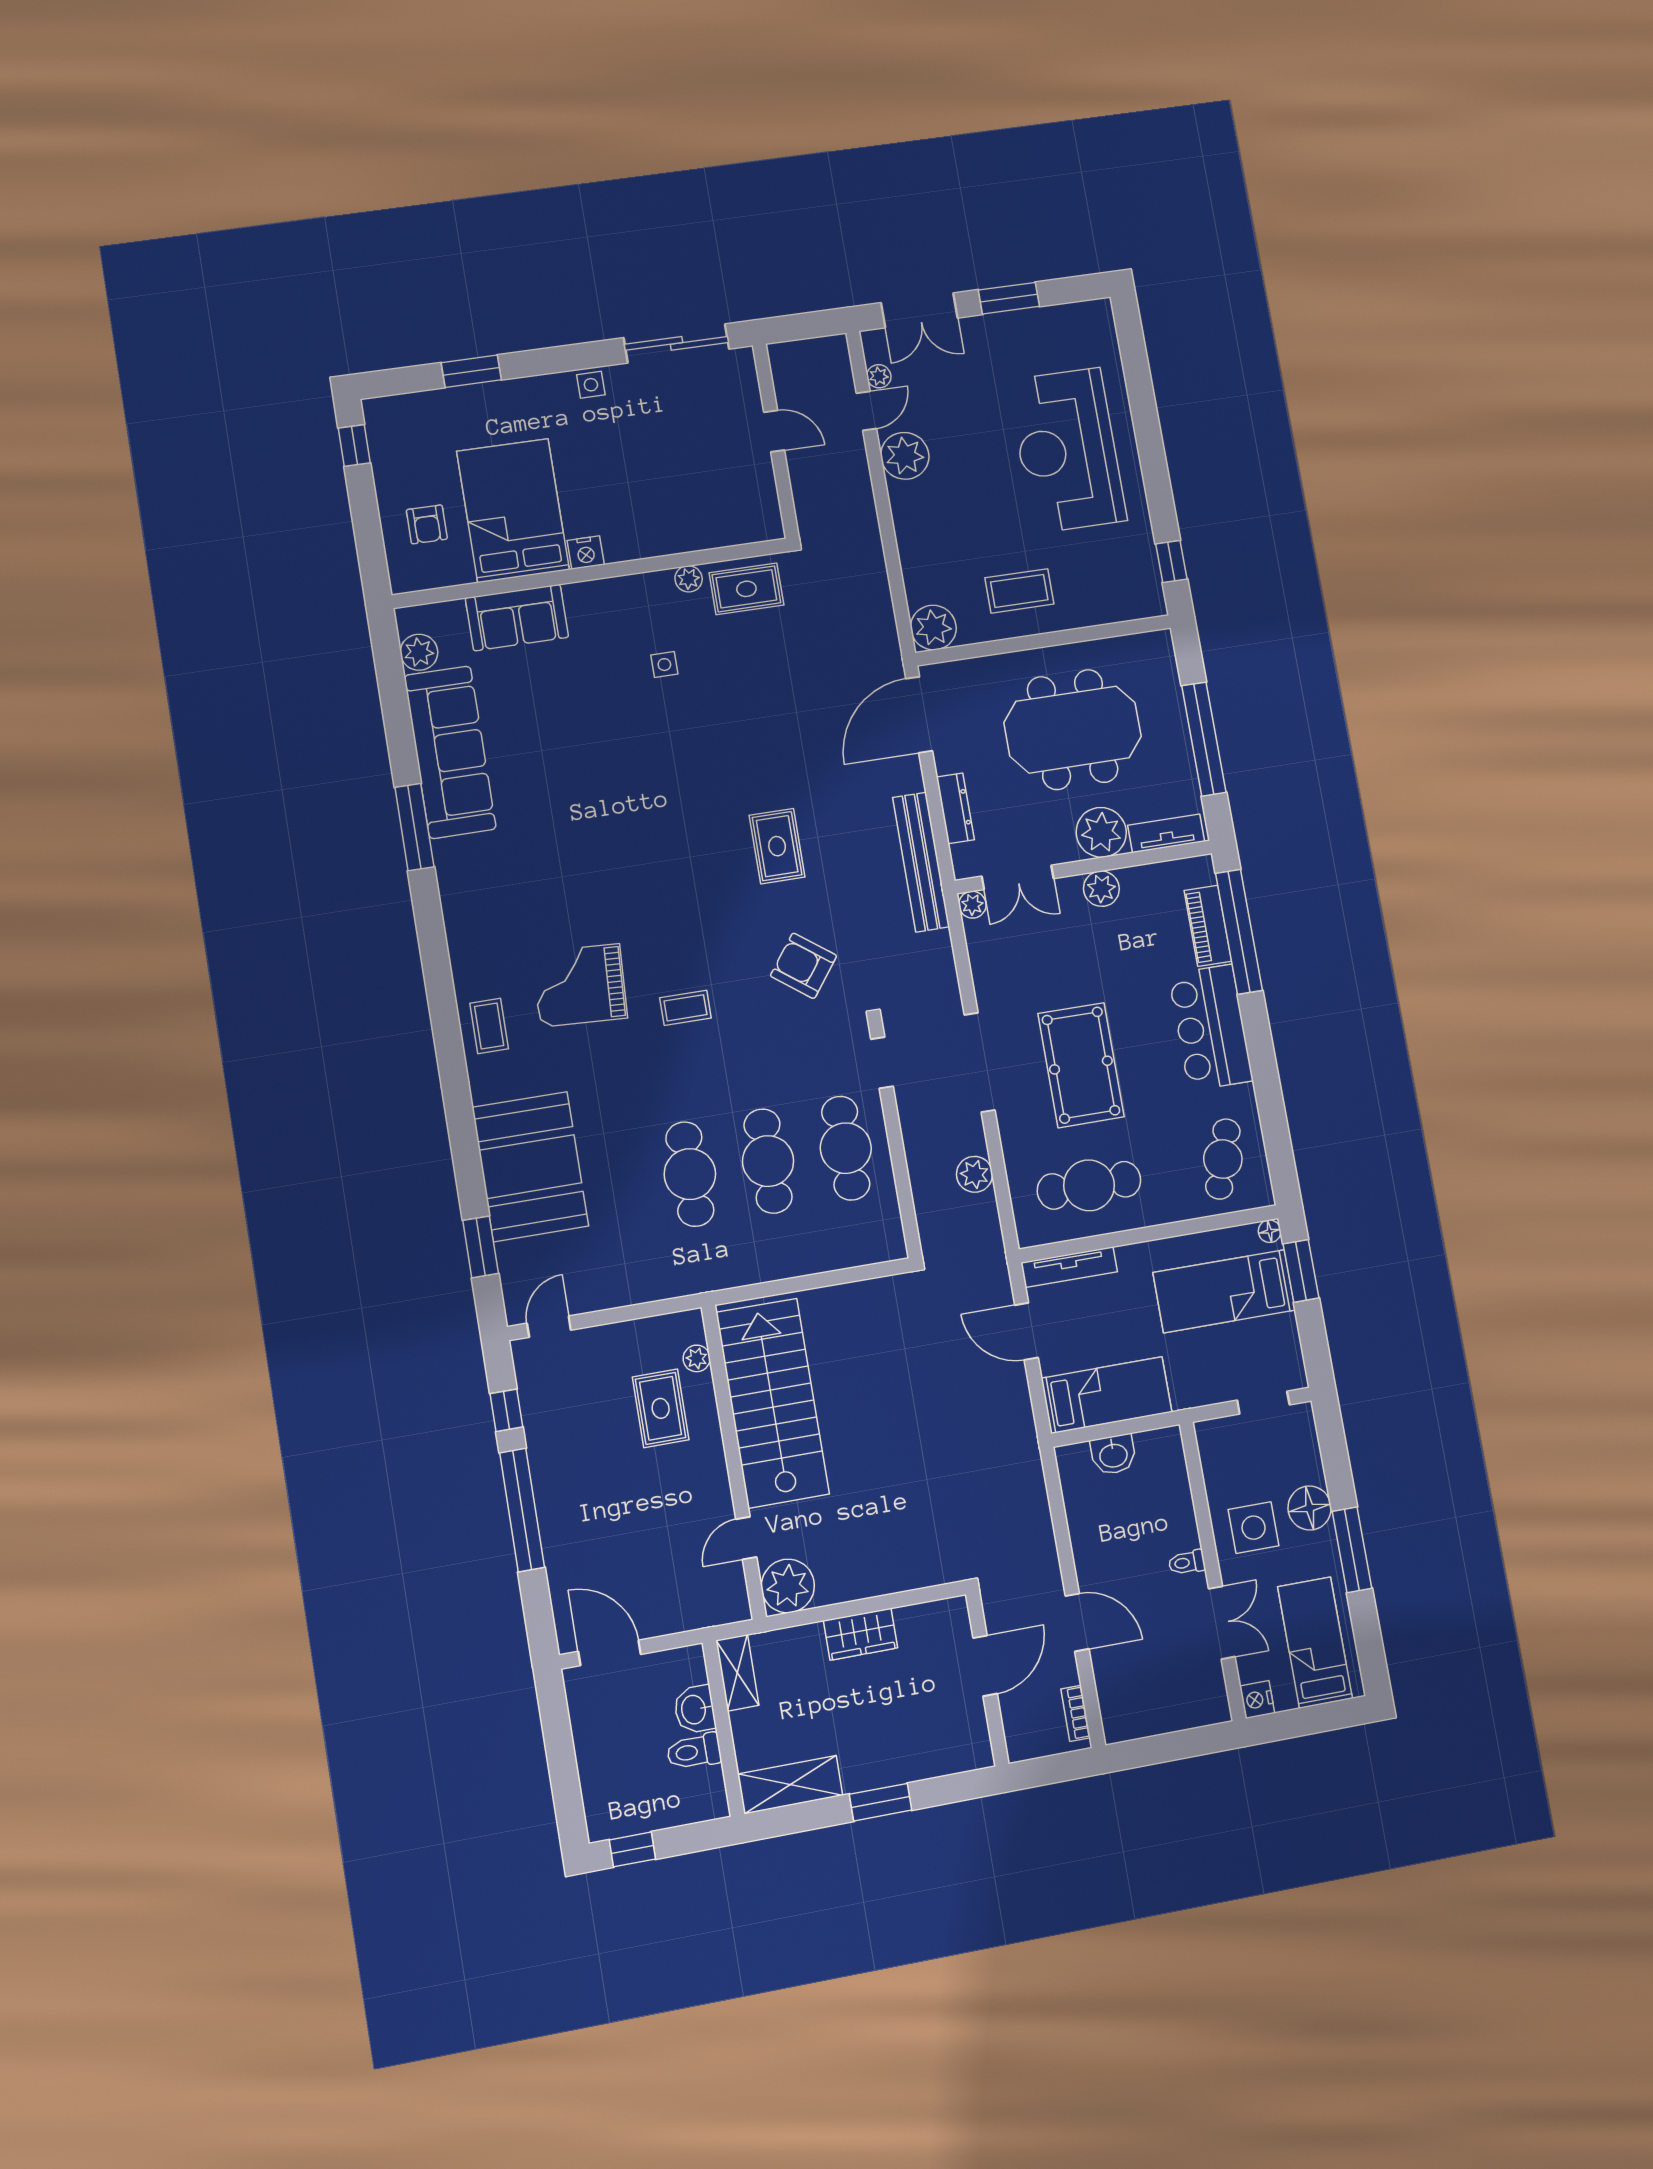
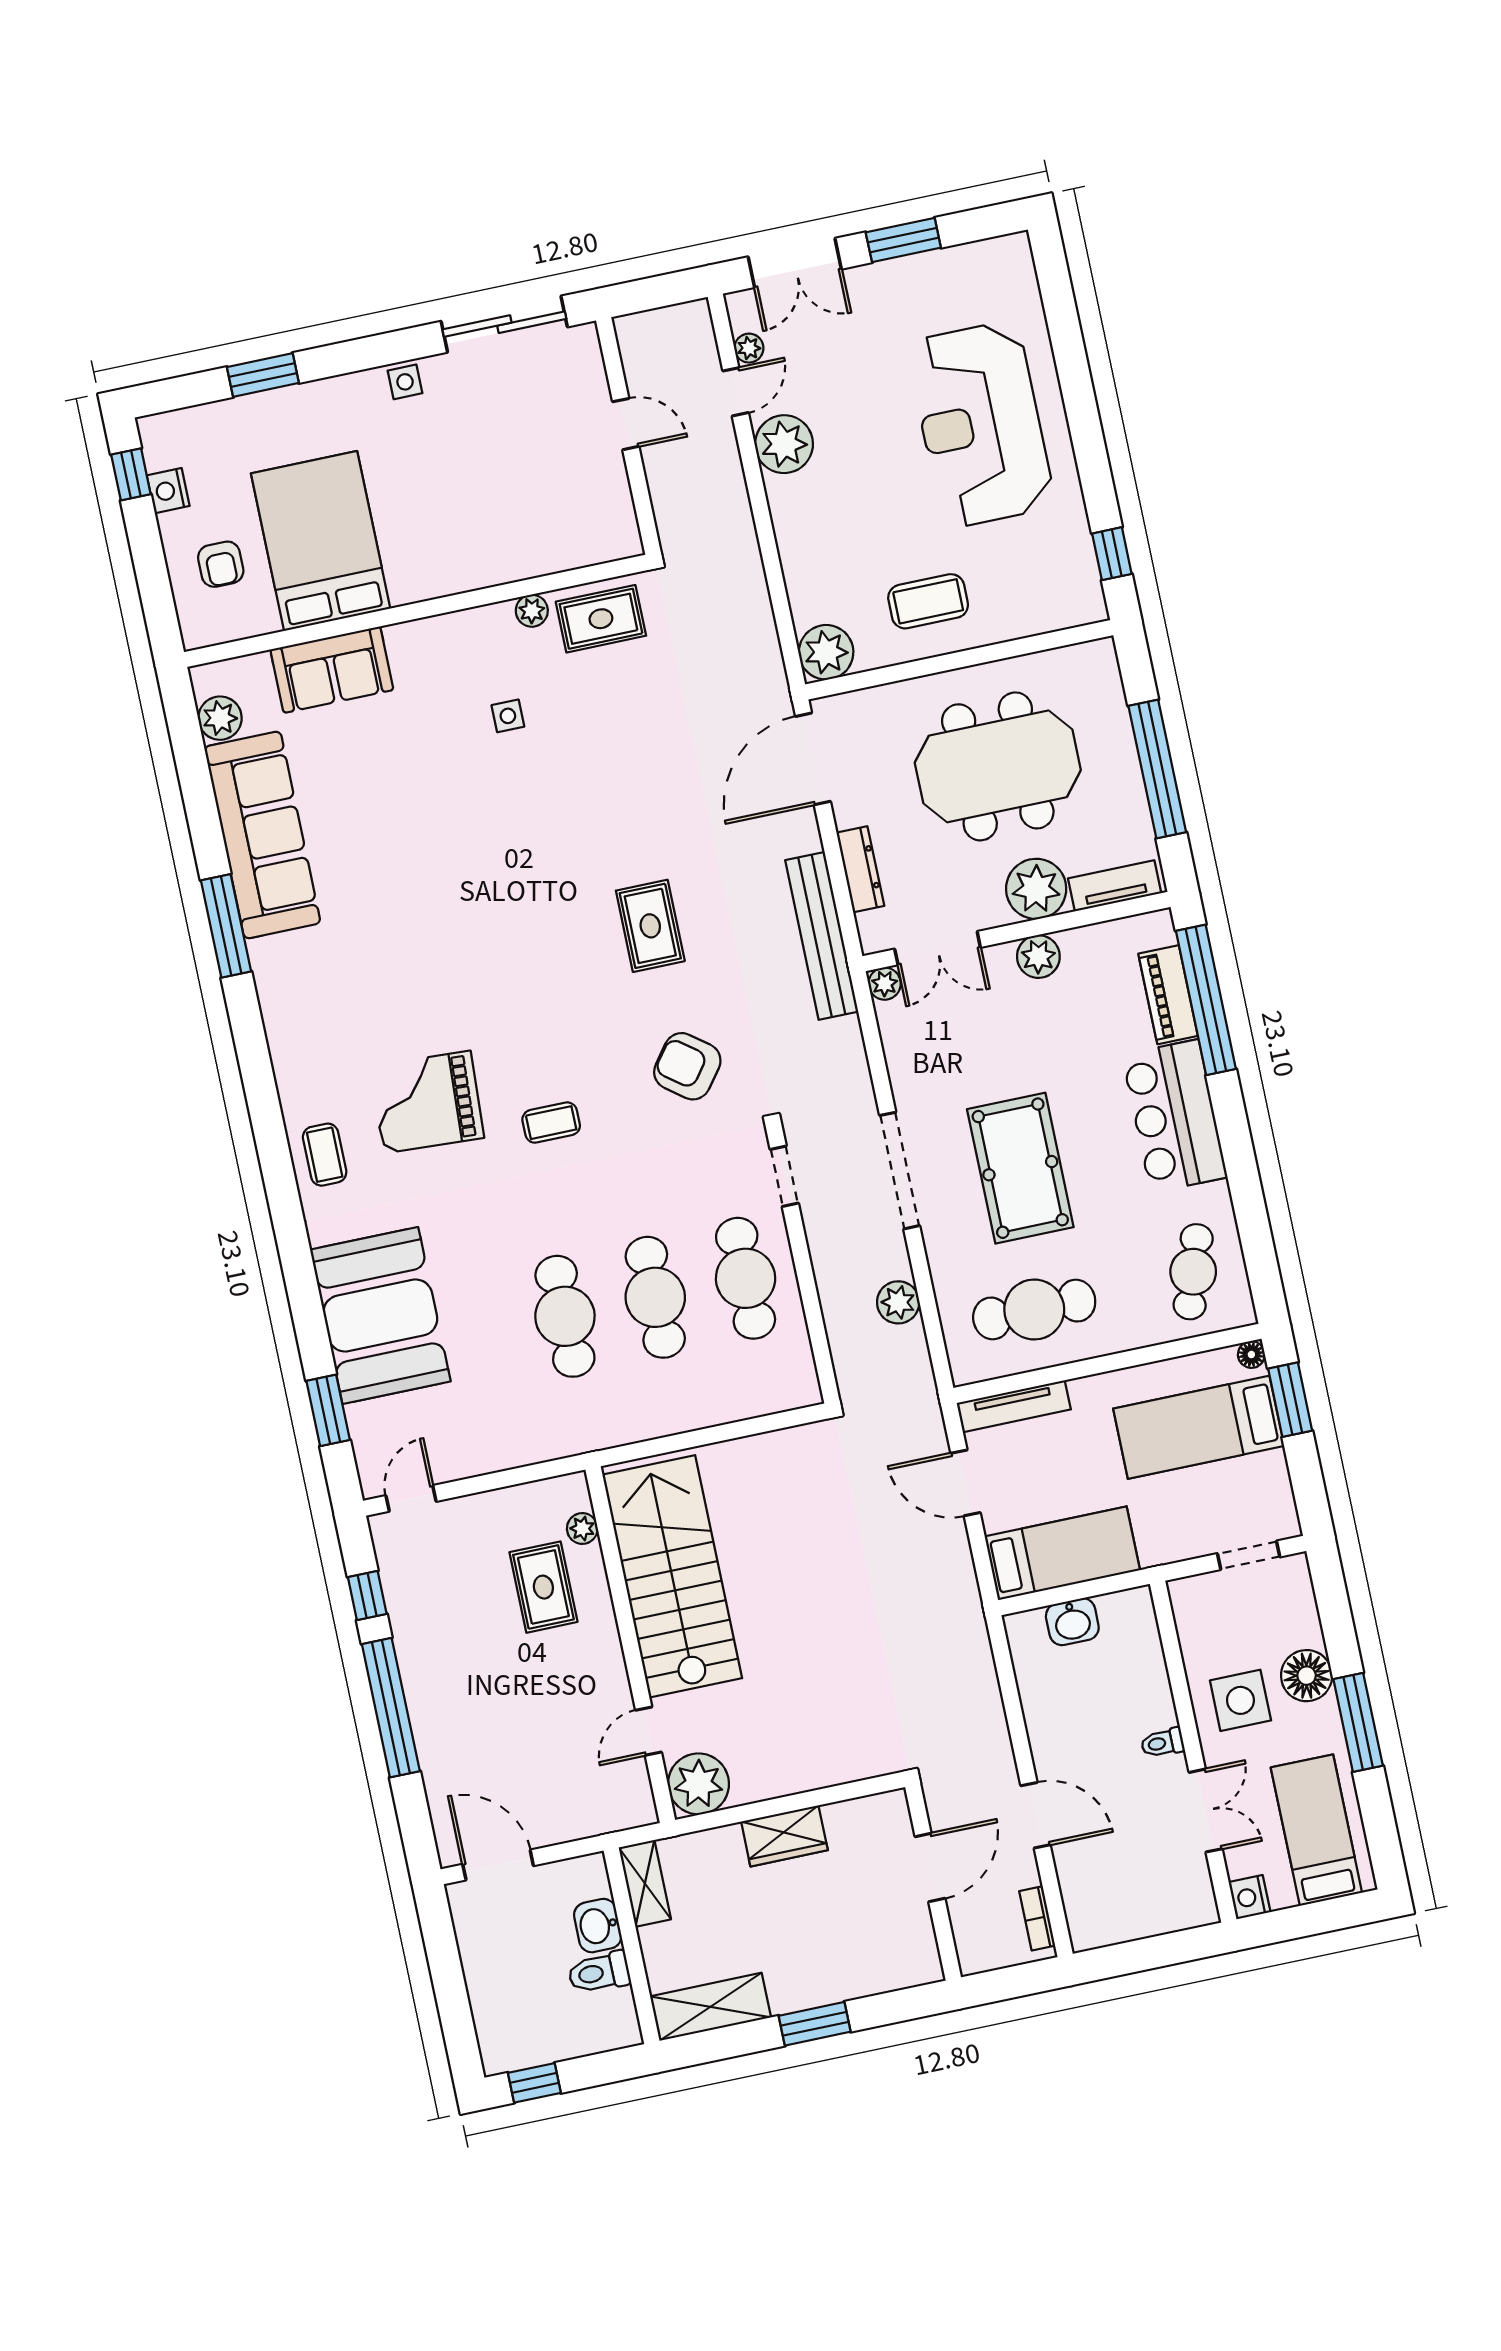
nightstand: (586, 553) -> (168, 491), moved, turned 90

